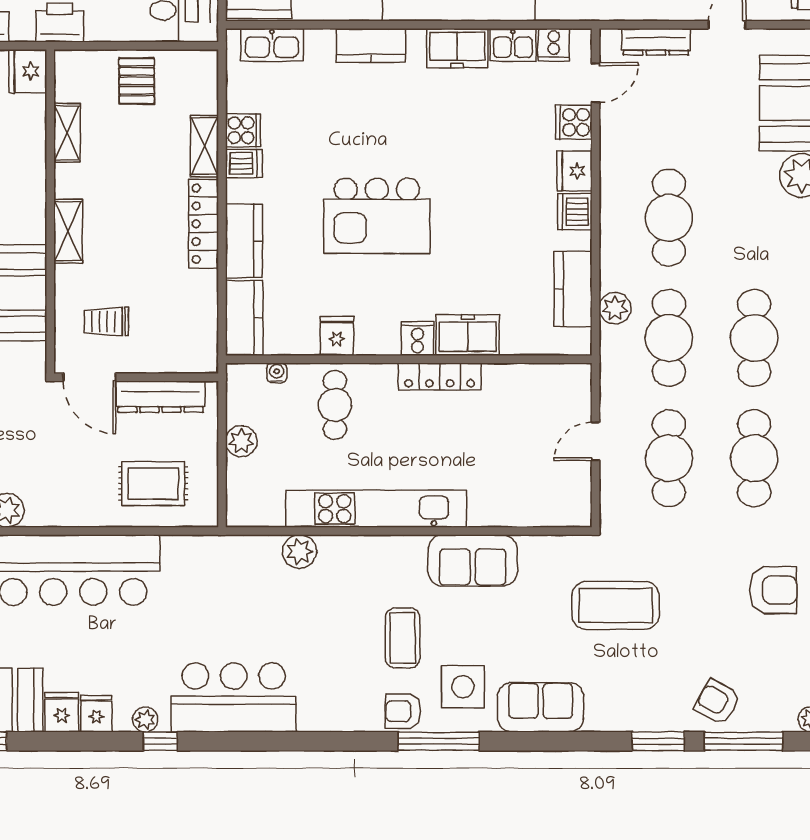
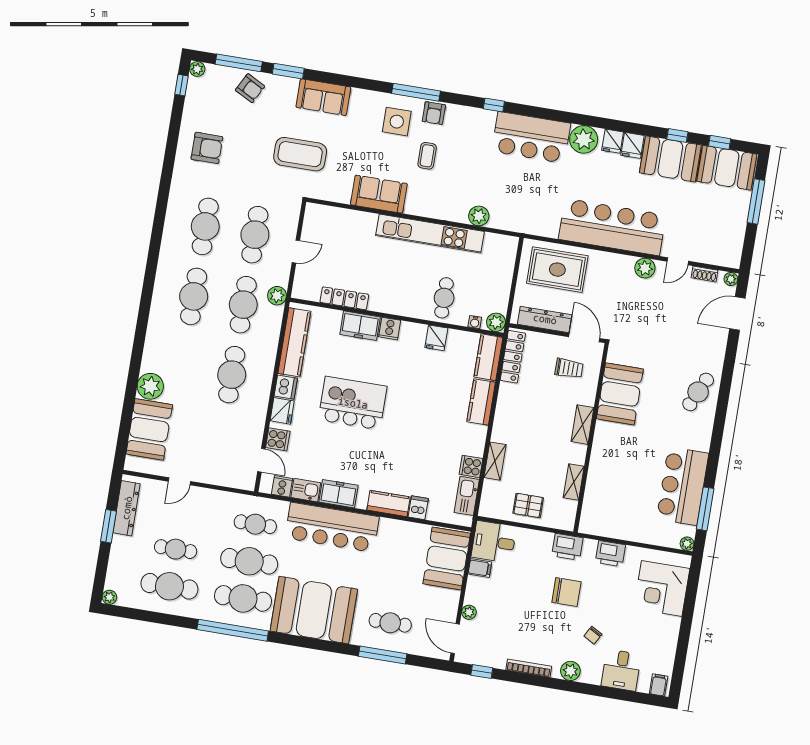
dresser: (656, 42) -> (222, 478), removed
kitchen sink: (272, 45) -> (467, 496), moved, turned -90
fridge: (28, 71) -> (591, 522), removed
pallet: (137, 81) -> (528, 505), turned 90
door: (596, 83) -> (261, 460), swing flipped
dishwasher: (244, 164) -> (418, 508), moved, turned 90
kitchen island: (377, 216) -> (353, 403), moved
locker: (204, 224) -> (513, 357), moved
kitchen counter: (573, 289) -> (294, 342), width x1.50
plant: (615, 308) -> (277, 296), moved
locker: (440, 376) -> (344, 298), moved
plant: (241, 441) -> (496, 322), moved
rug: (153, 484) -> (557, 270), width x1.36, depth x1.43
armchair: (773, 590) -> (207, 148), turned 180
coffee table: (403, 638) -> (427, 156), width x0.73, depth x0.77
sofa: (541, 707) -> (323, 97), moved
armchair: (403, 711) -> (434, 113), turned 90
plant: (145, 720) -> (584, 139), width x1.87, depth x1.87
window: (160, 741) -> (494, 105), moved

